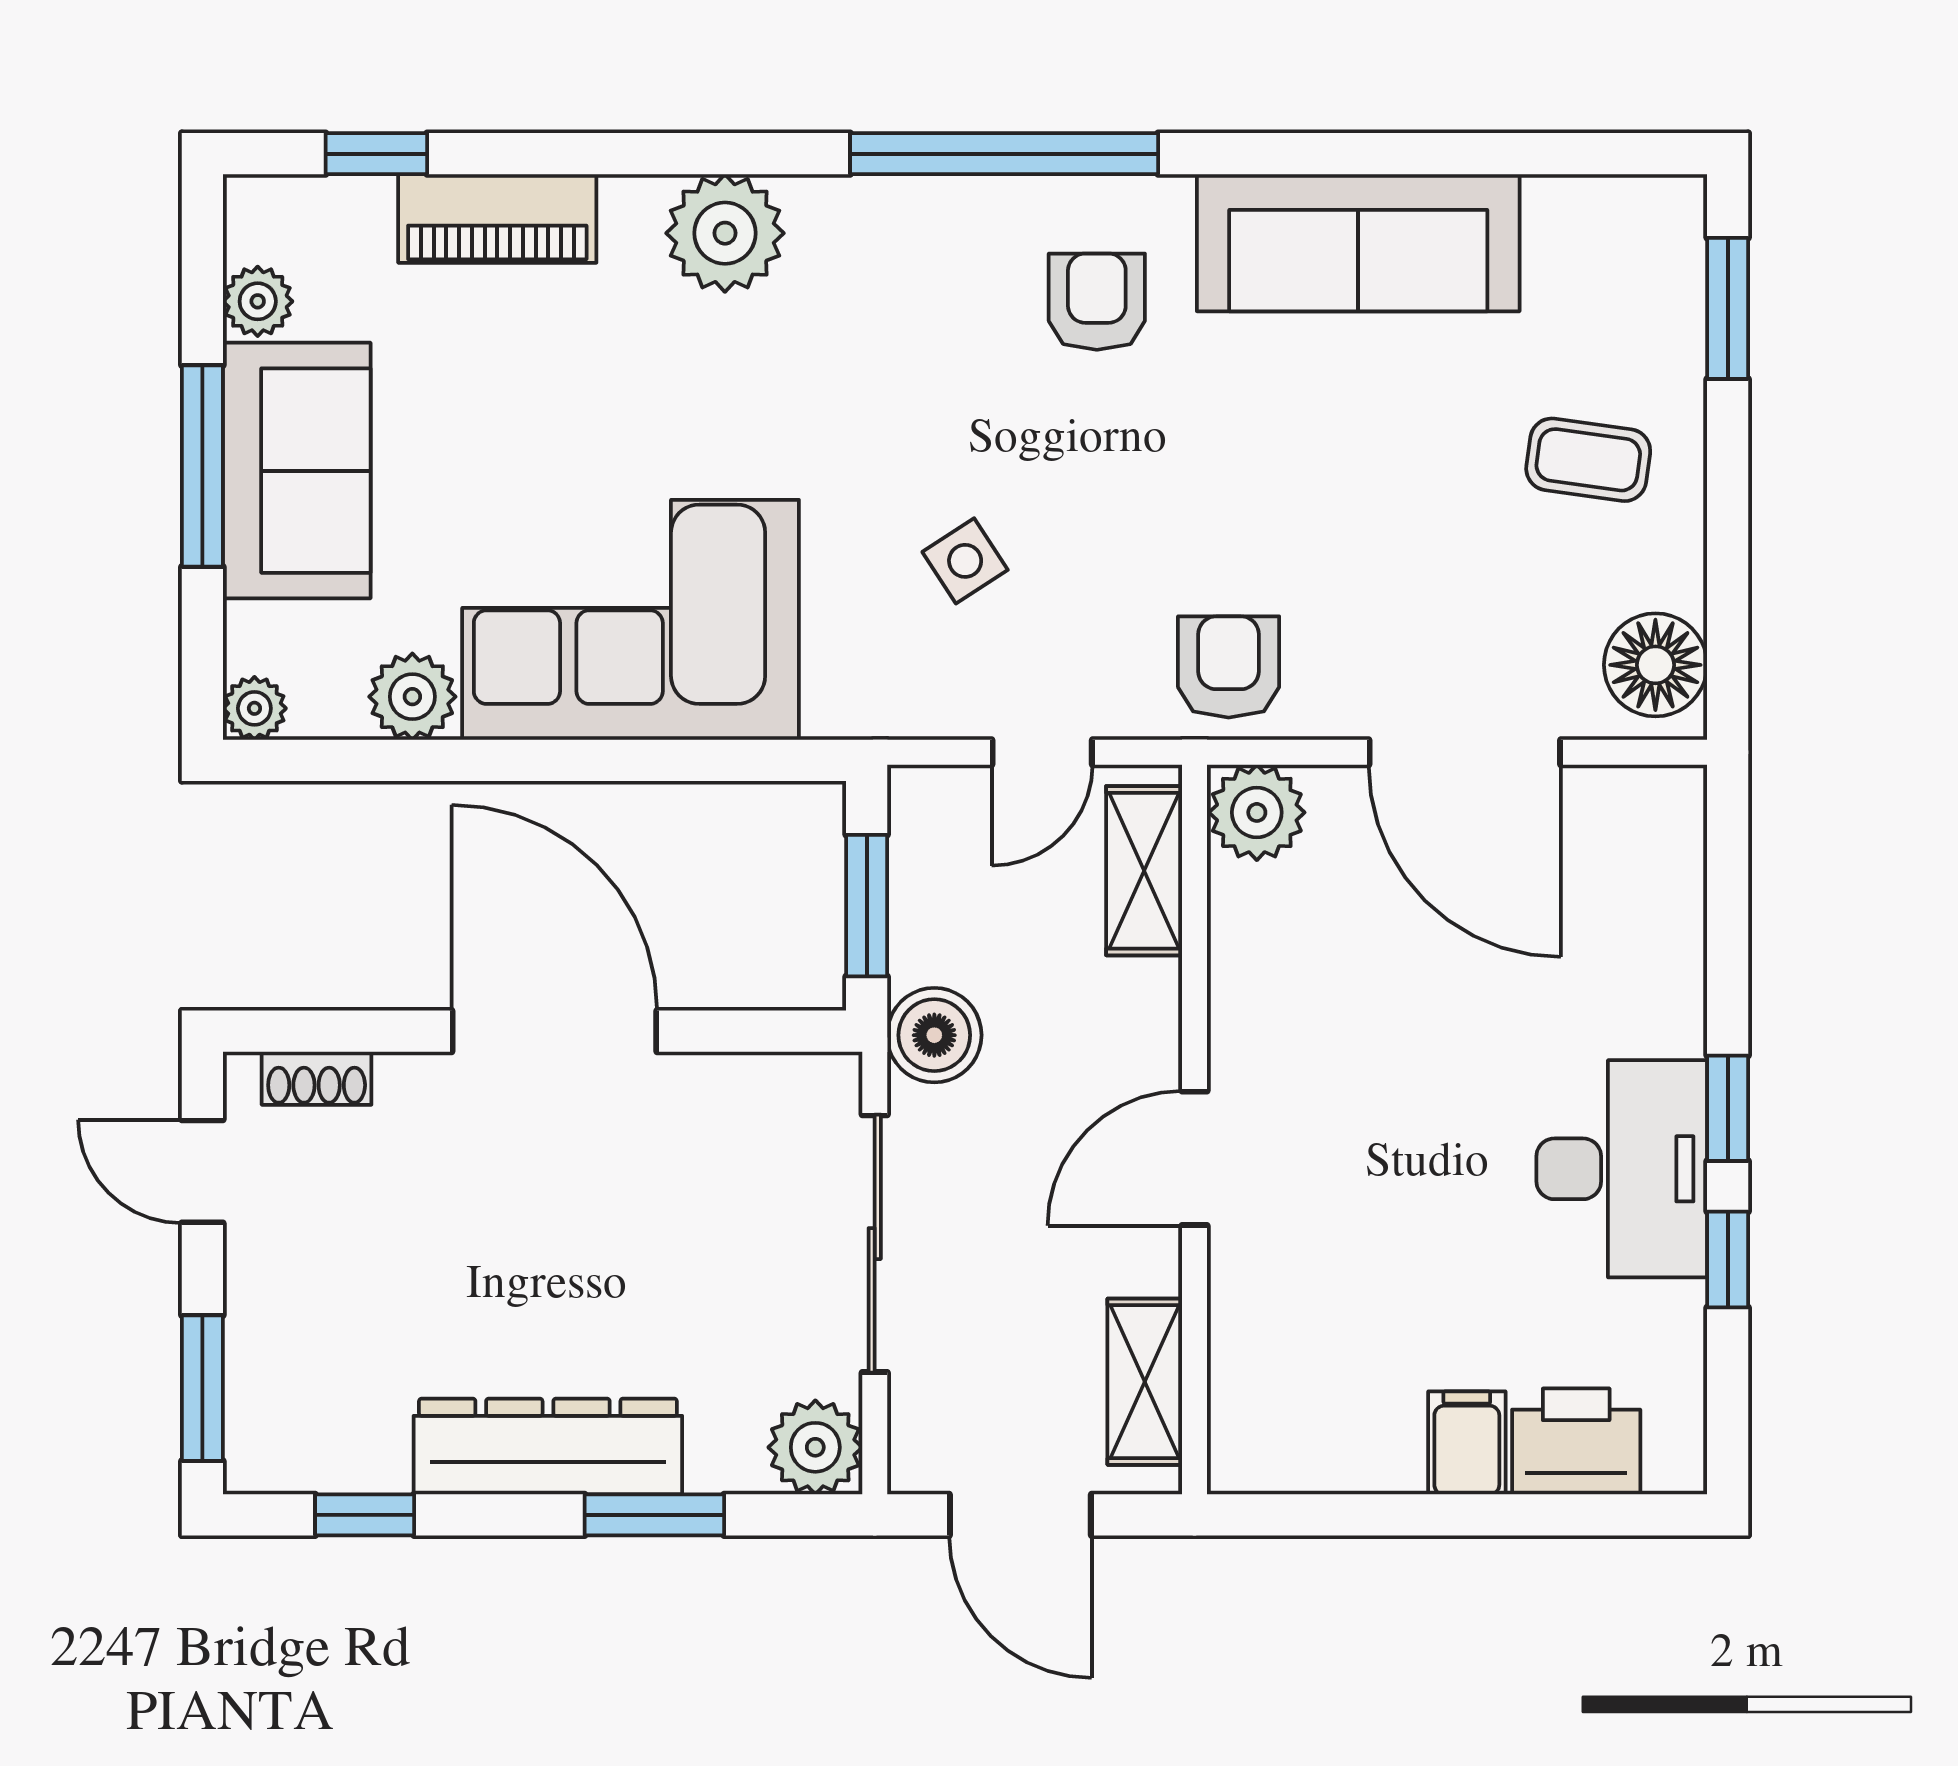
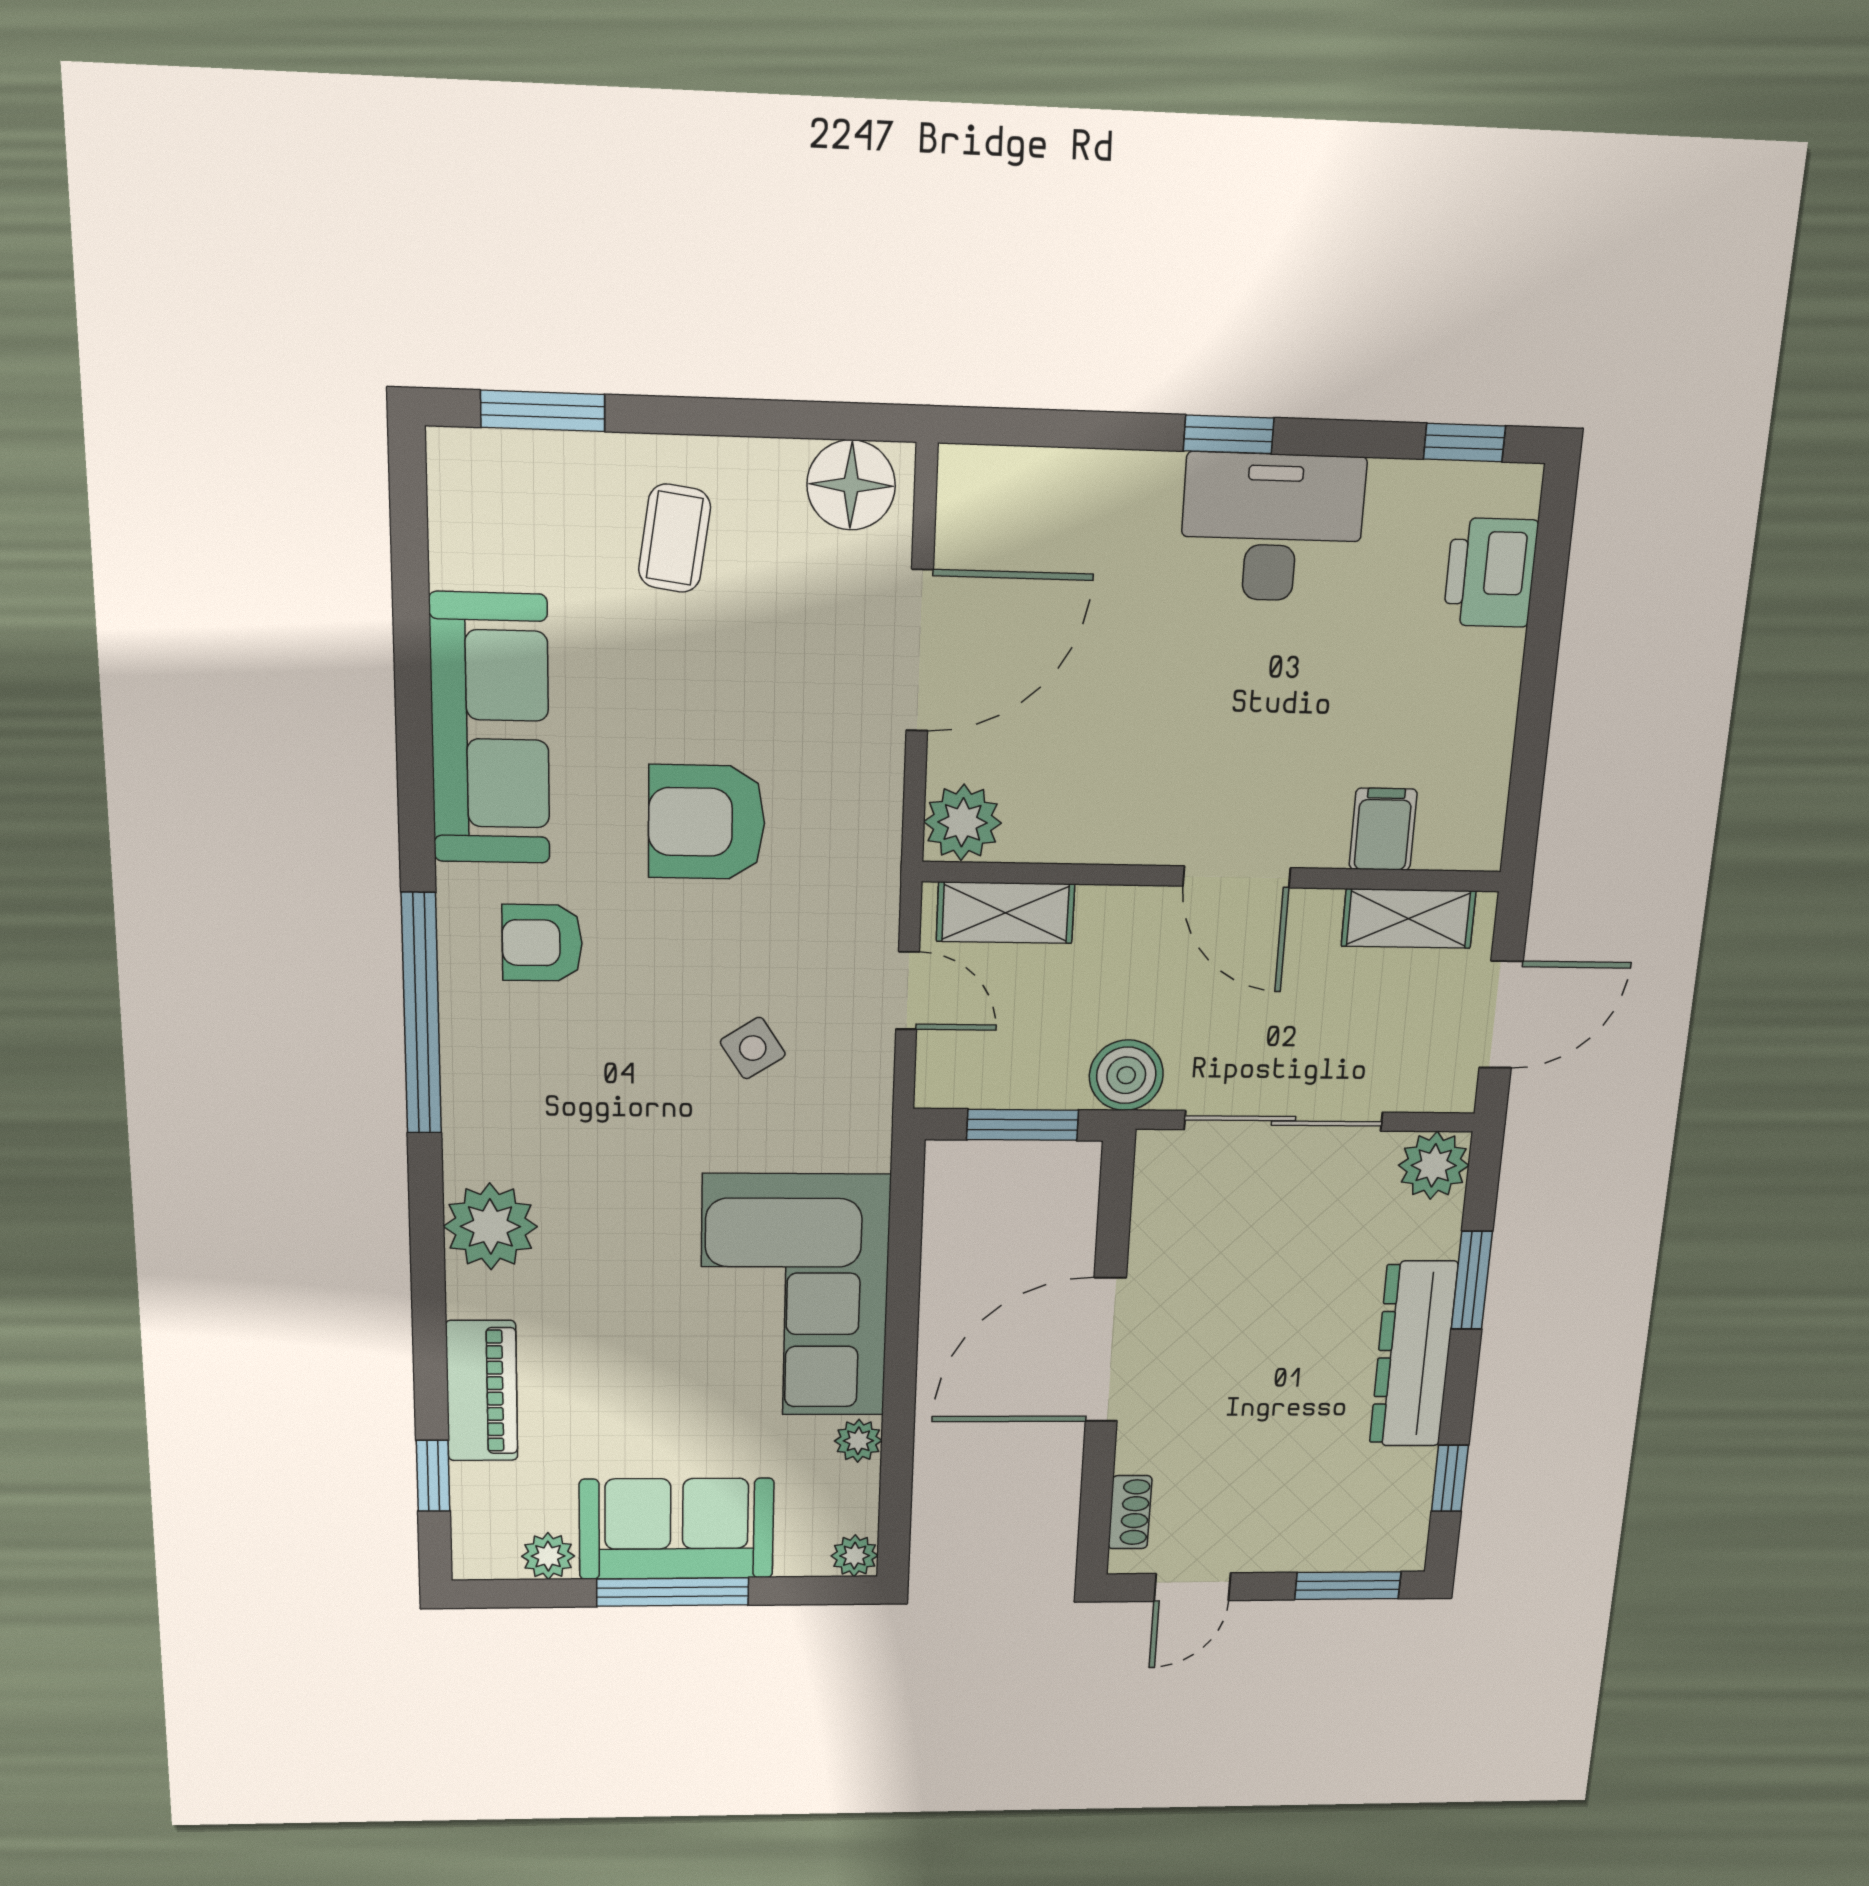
armchair: (1229, 667) -> (707, 822), moved, width x1.38, depth x1.38
plant: (412, 697) -> (858, 1441), width x0.73, depth x0.73
window: (1728, 1260) -> (1464, 442), moved
filing cabinet: (1467, 1443) -> (1383, 829), moved, turned 90

